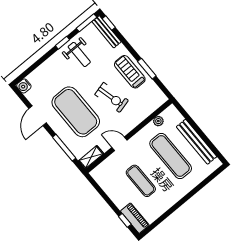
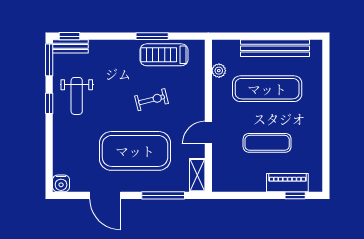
bench: (107, 32) -> (70, 46), width x0.73
weight bench: (79, 54) -> (77, 96), turned 90
treadmill: (130, 72) -> (164, 55), moved
exercise bike: (112, 97) -> (152, 100), width x0.73, depth x0.72
piano: (135, 218) -> (287, 183), moved

